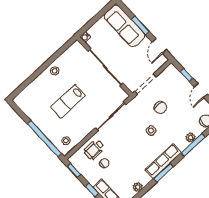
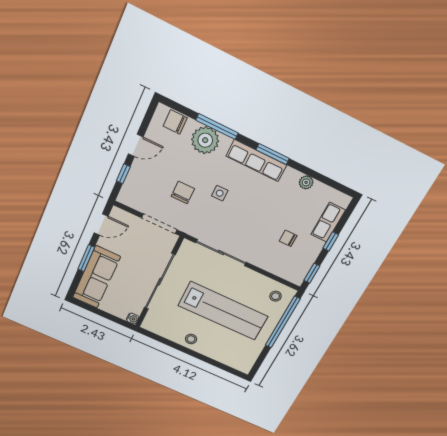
lab bench: (68, 101) -> (223, 311), width x1.86, depth x1.39
plant: (191, 138) -> (205, 140), width x1.87, depth x1.87
wheelchair: (94, 150) -> (274, 258), removed

